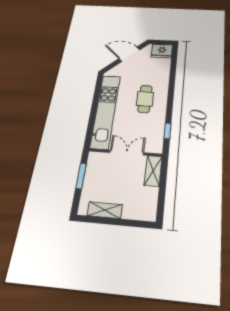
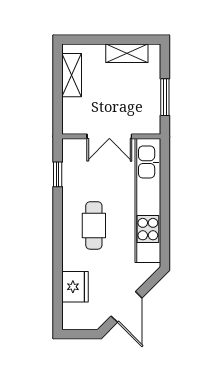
fridge: (162, 51) -> (75, 287), moved, turned 90
door: (129, 54) -> (127, 307), hinge flipped
shelving: (153, 171) -> (72, 75), moved

